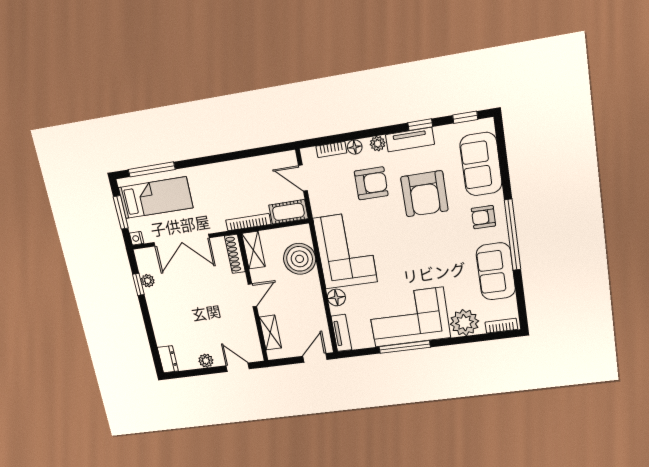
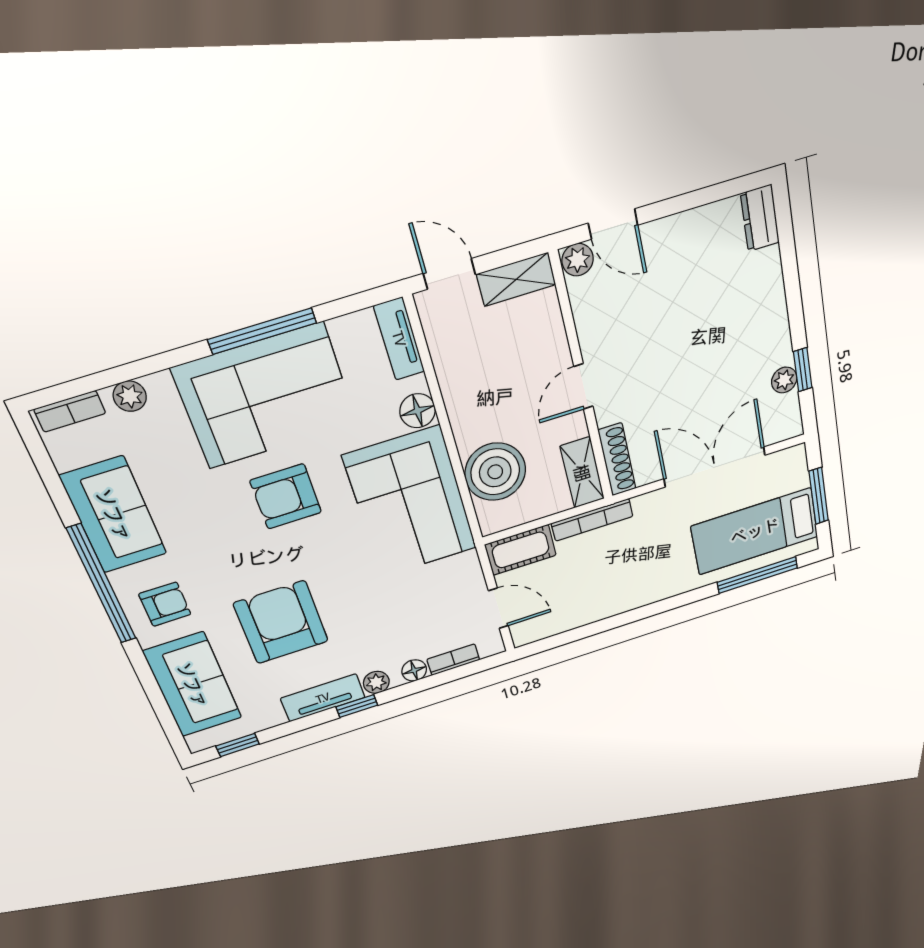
window: (420, 125) -> (357, 706), moved
armchair: (371, 183) -> (286, 497), moved
nightstand: (137, 238) -> (796, 456), removed
plant: (464, 323) -> (130, 396), width x0.53, depth x0.53
shelving: (270, 333) -> (516, 279), moved, turned 90
door: (315, 358) -> (449, 274), swing flipped
plant: (206, 361) -> (578, 260), moved

